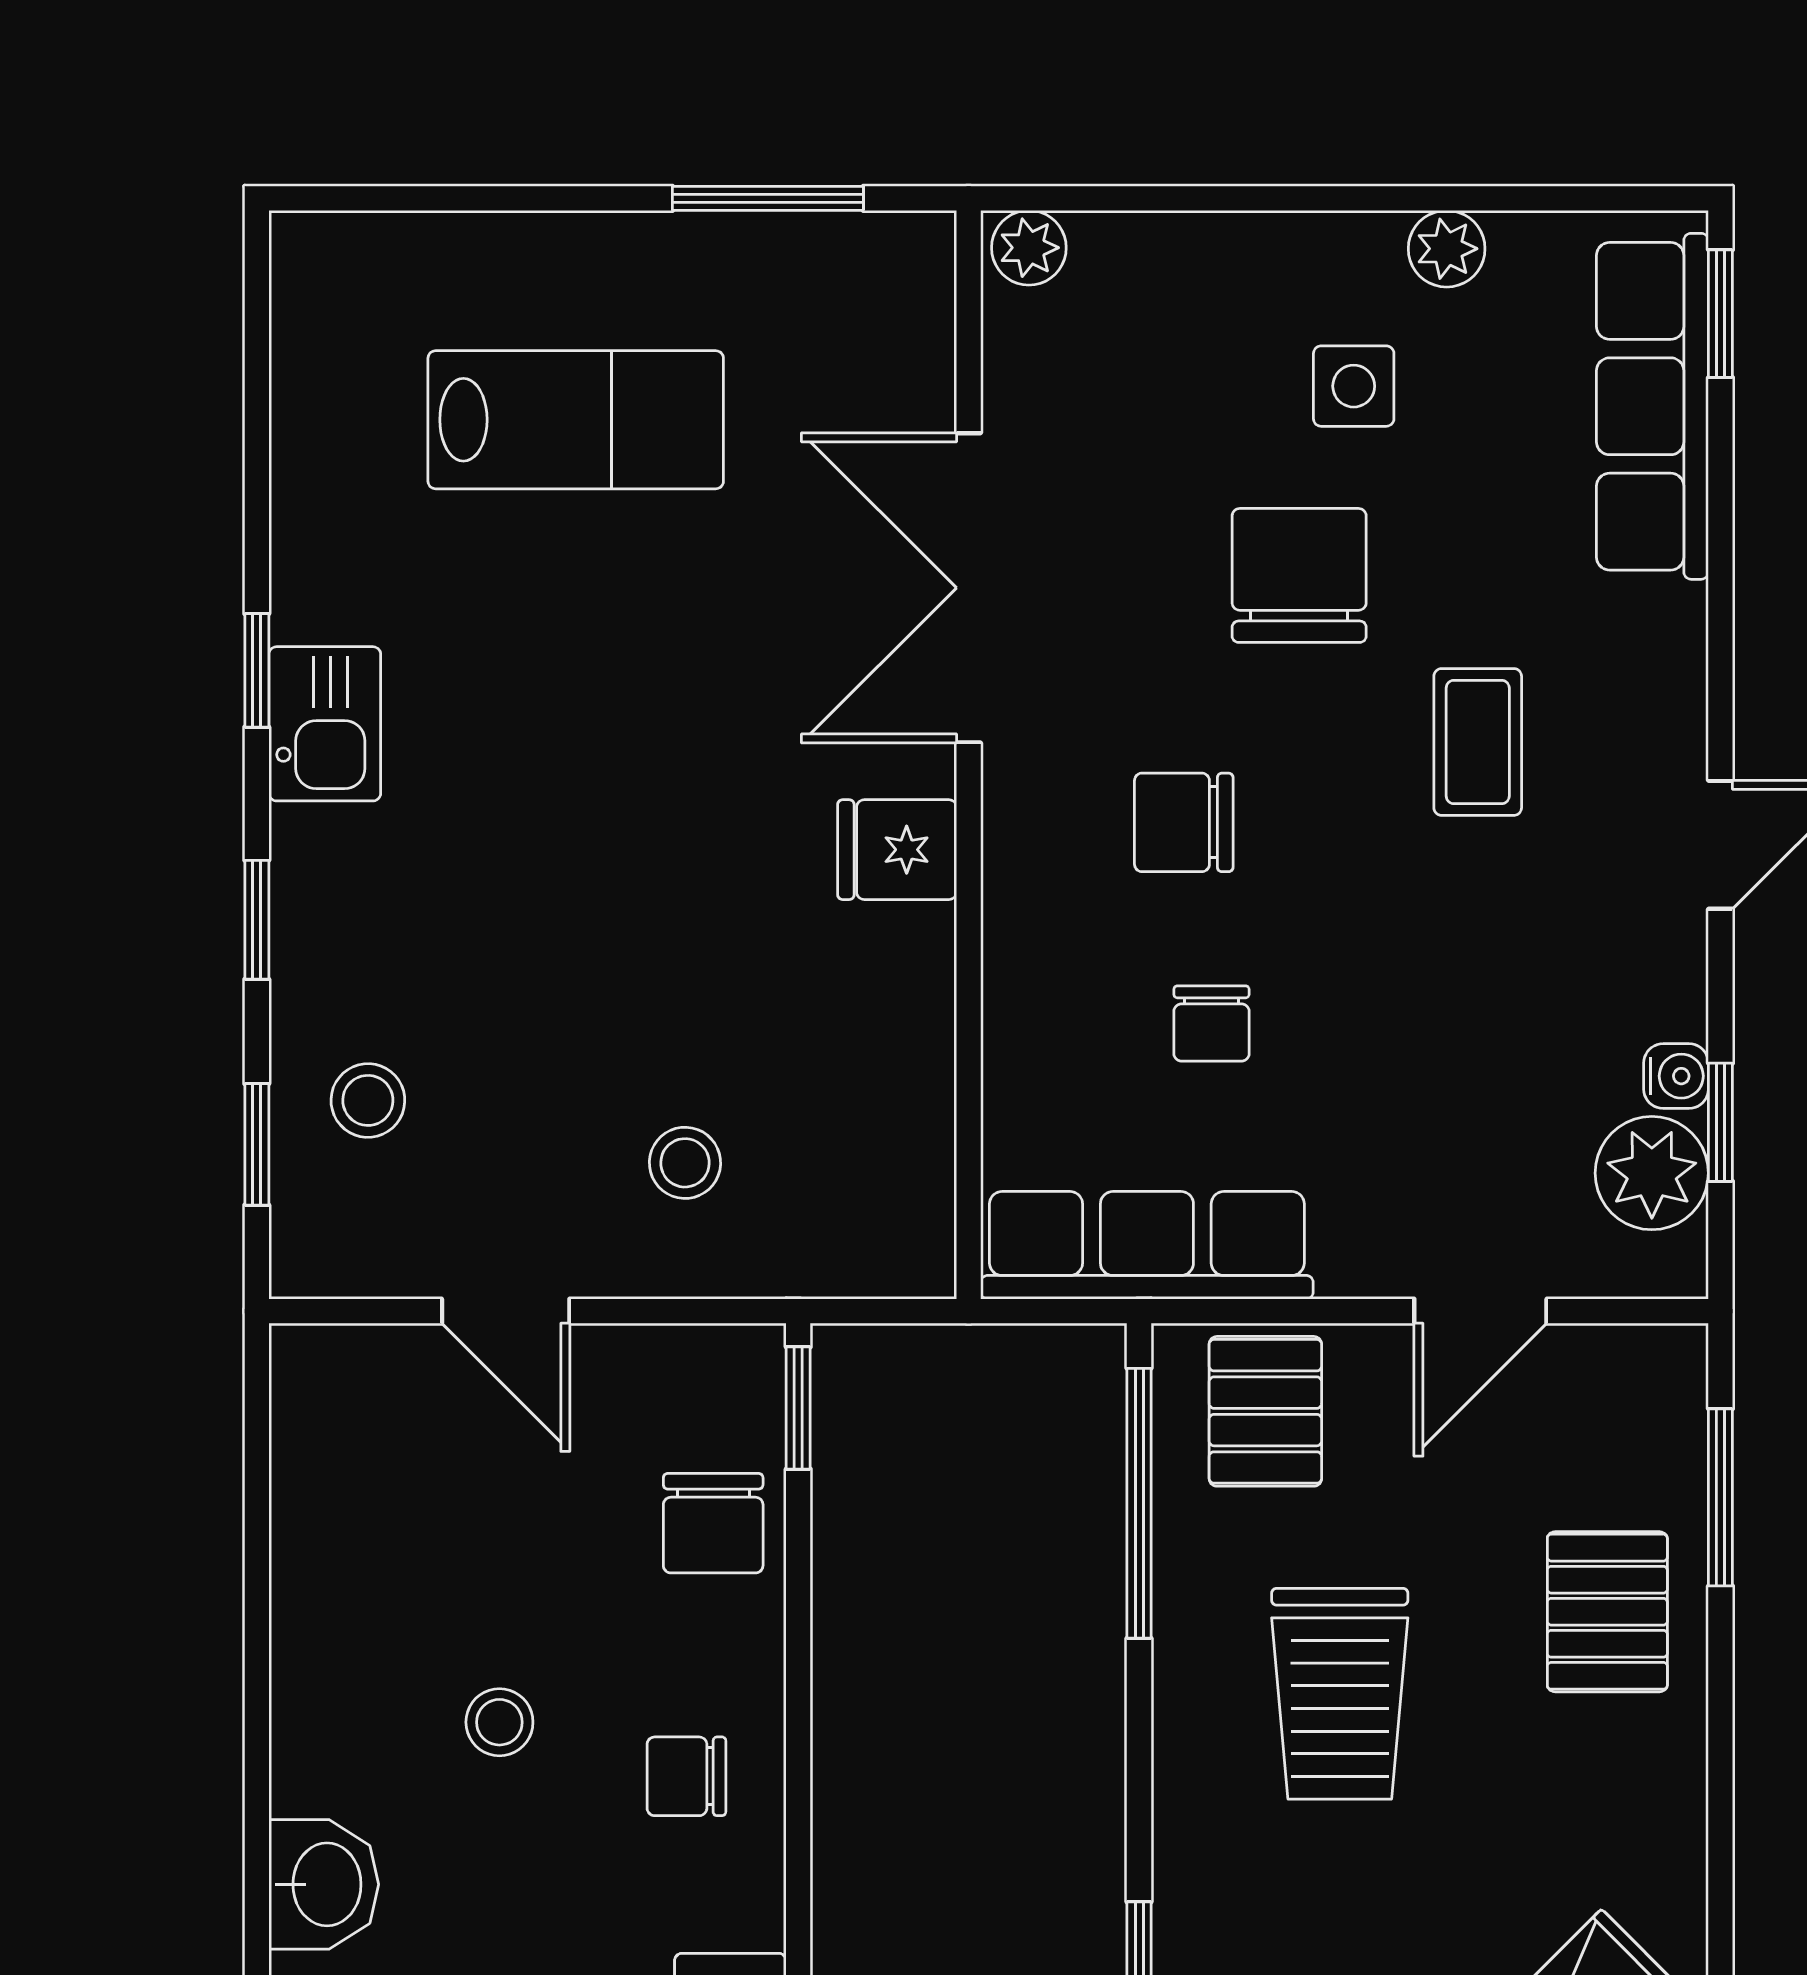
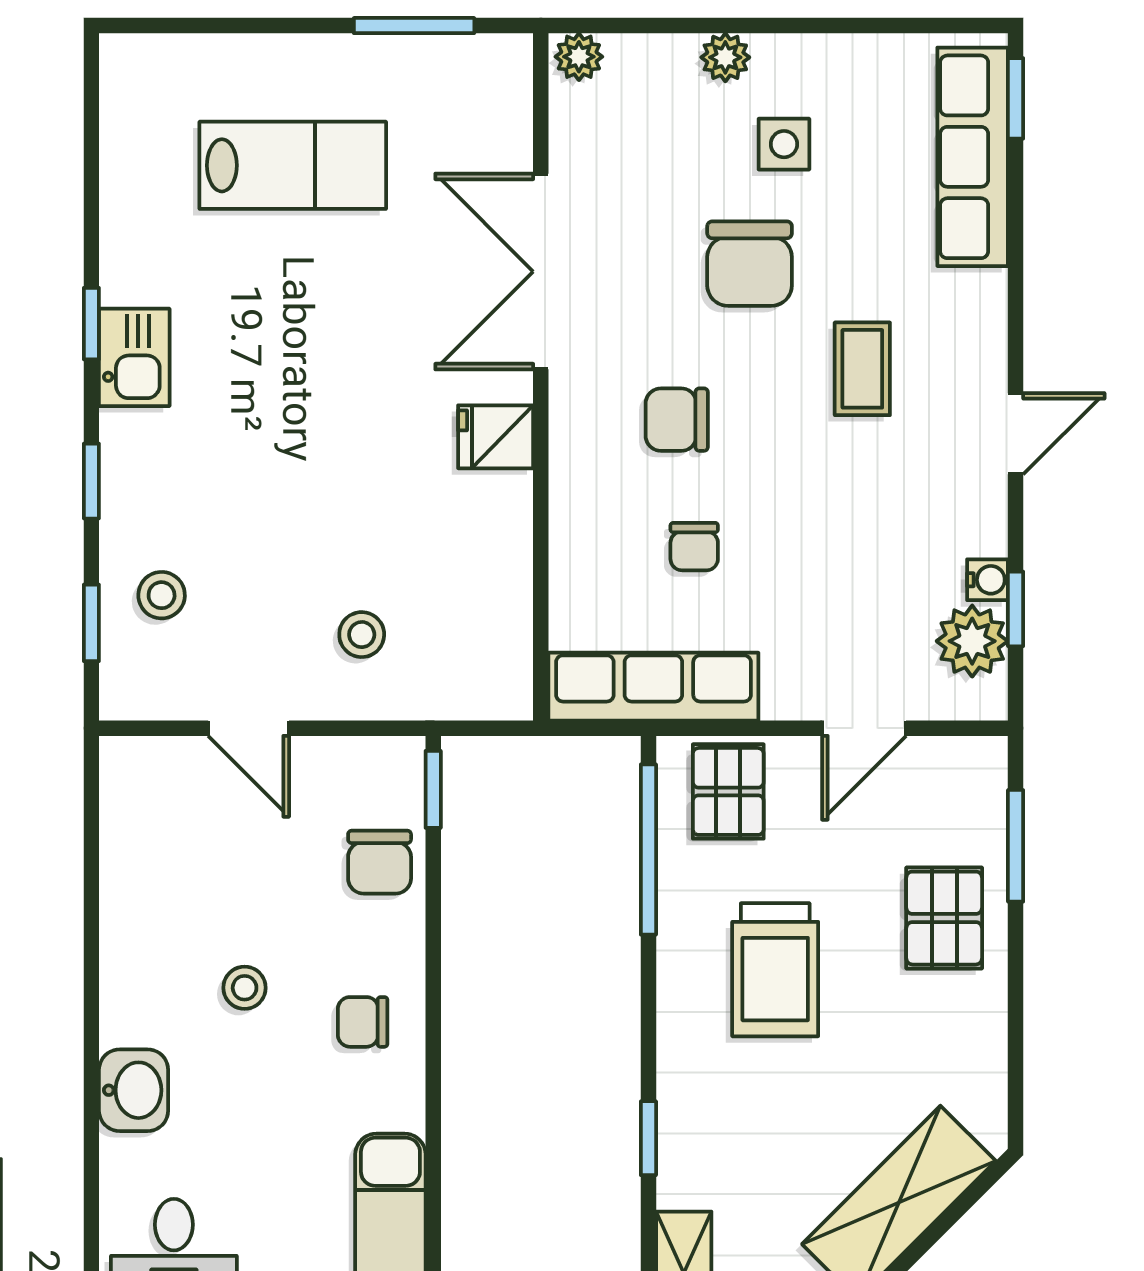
plant: (1447, 249) -> (725, 57), moved
chair: (1299, 575) -> (750, 264), turned 180

